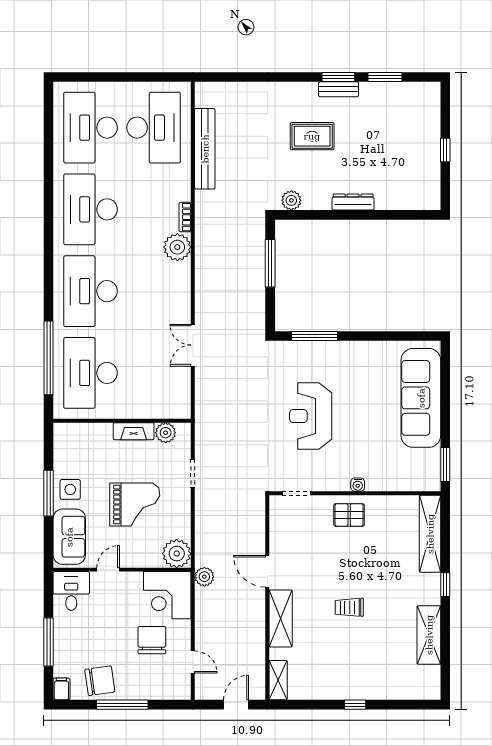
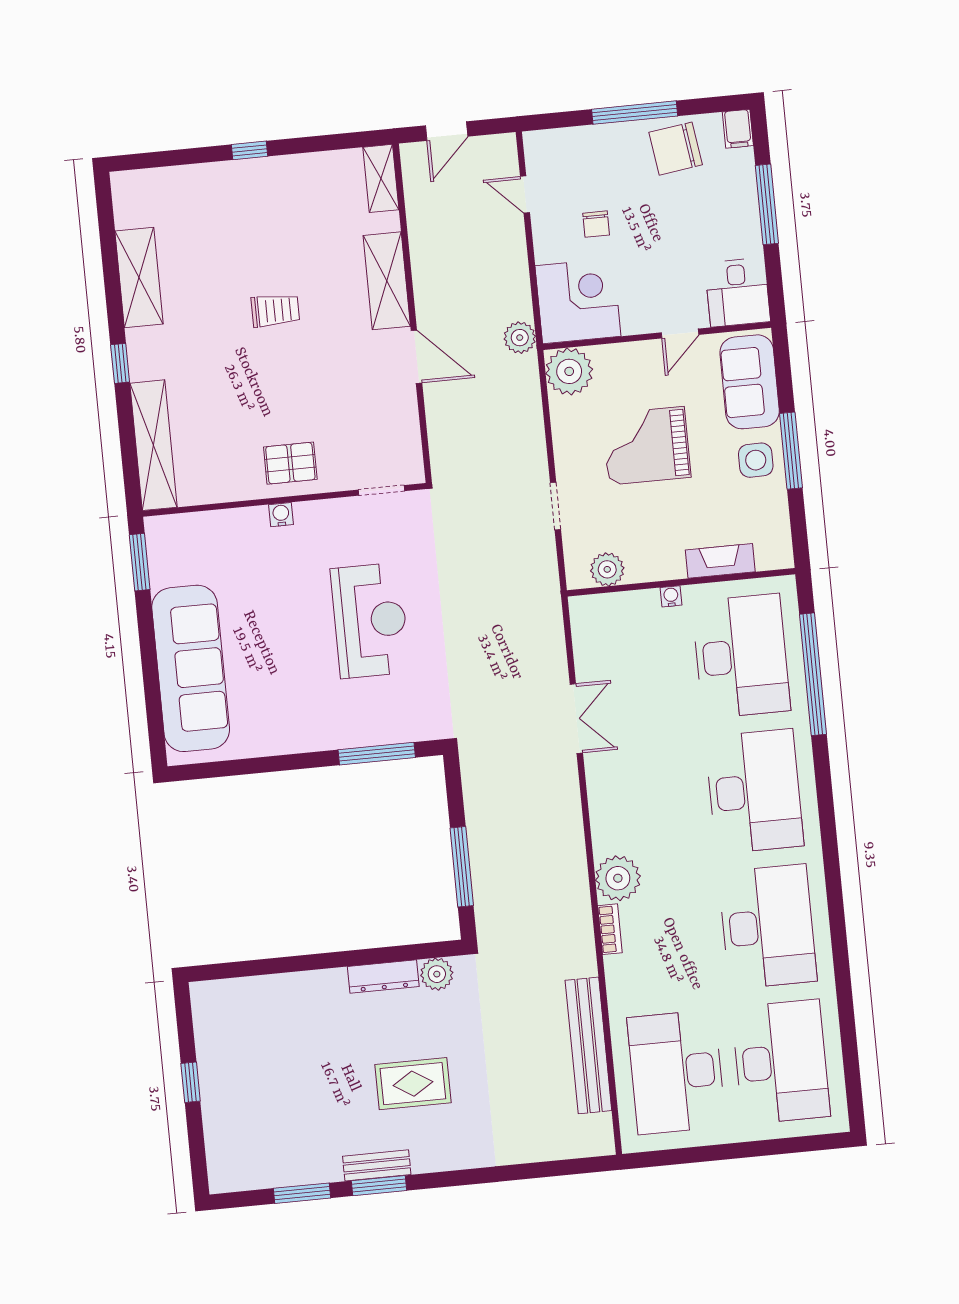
dresser: (353, 202) -> (383, 977), moved
water cooler: (129, 413) -> (671, 596), added
fireplace: (134, 431) -> (720, 561), moved
chair: (152, 640) -> (596, 224), width x0.54, depth x0.54

